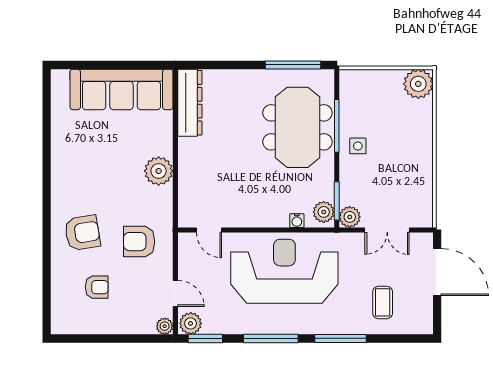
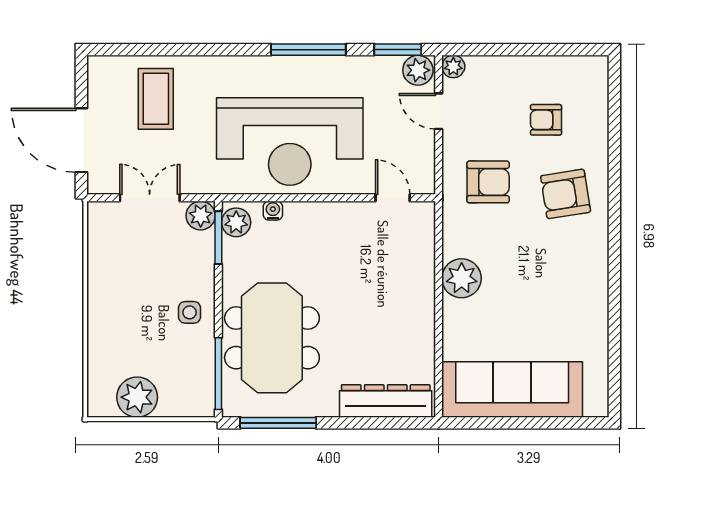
plant: (418, 84) -> (137, 397), moved
dresser: (190, 103) -> (386, 401), moved, turned 90
window: (337, 126) -> (218, 374), moved
coffee table: (383, 302) -> (156, 99), width x1.36, depth x1.30
window: (340, 338) -> (213, 50), removed

